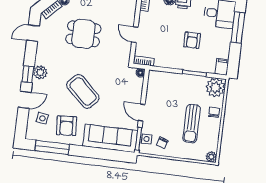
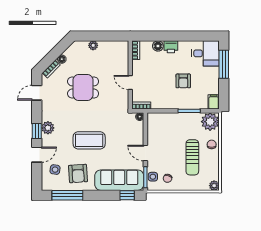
coffee table: (83, 91) -> (89, 140), turned -43
window: (116, 155) -> (127, 195), added

